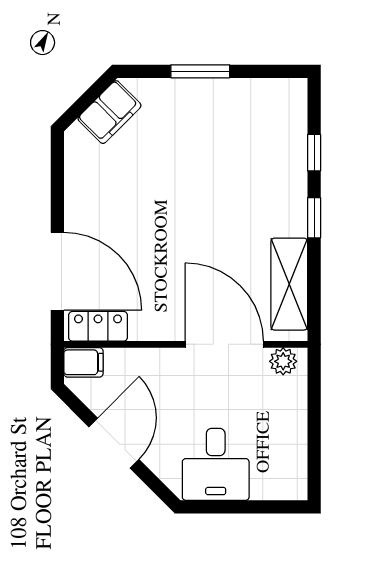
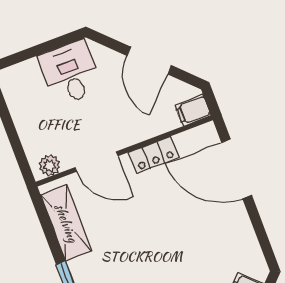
locker: (98, 326) -> (154, 155), moved
door: (224, 344) -> (97, 162), width x0.73

